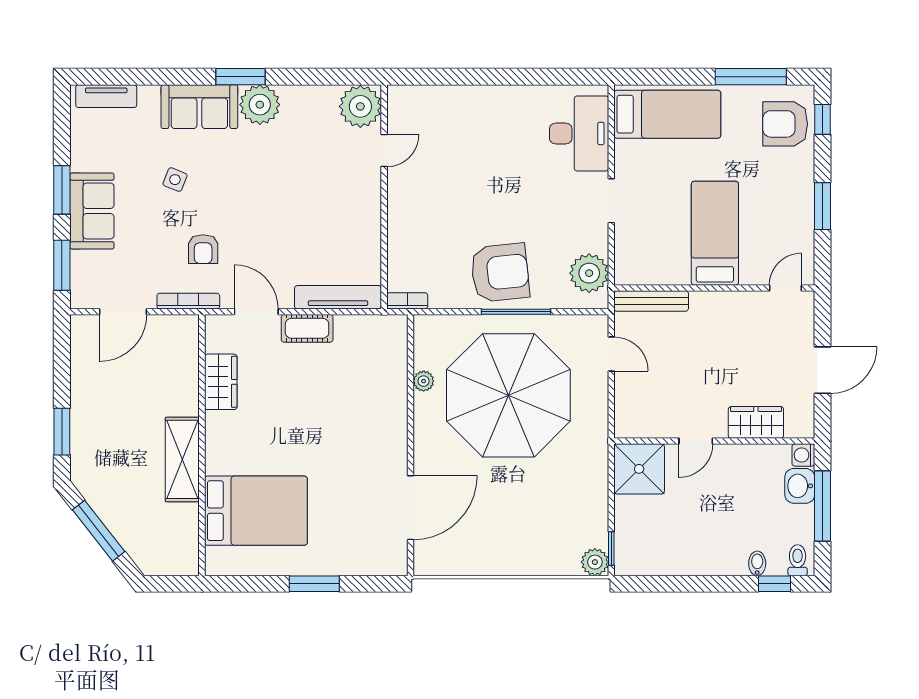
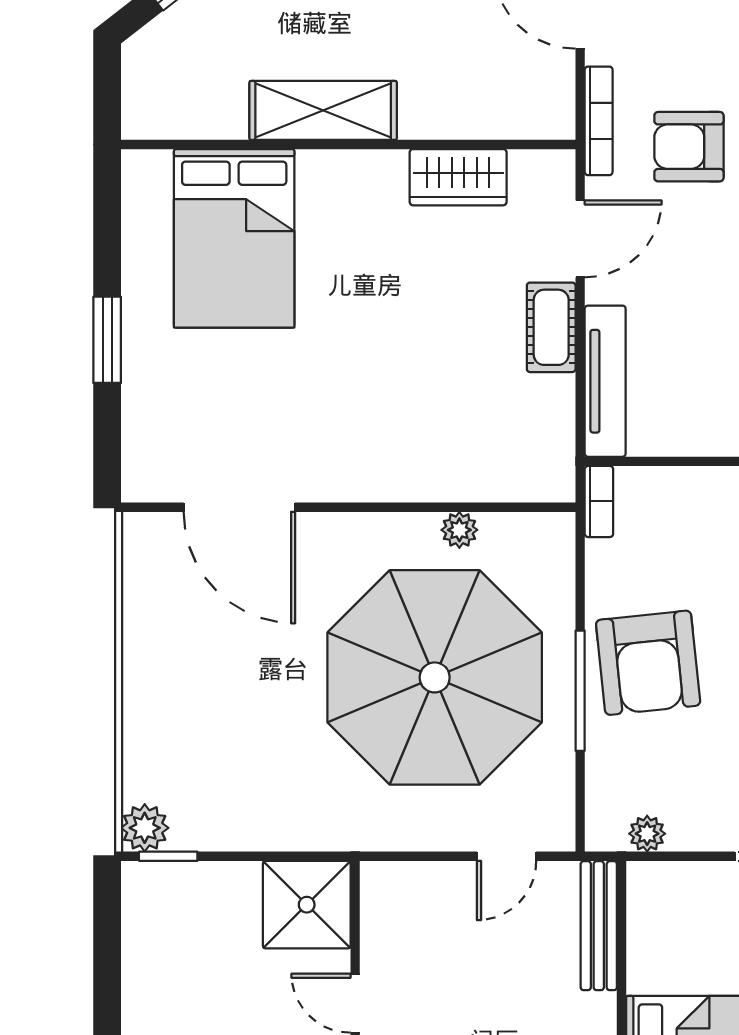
armchair: (203, 249) -> (689, 147), width x1.38, depth x1.38
plant: (589, 273) -> (647, 834), width x0.53, depth x0.53

